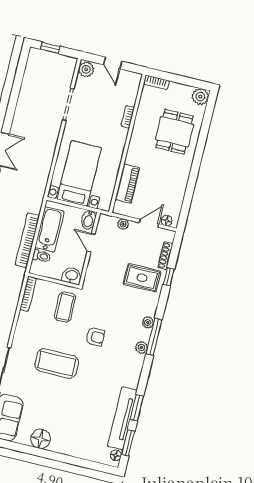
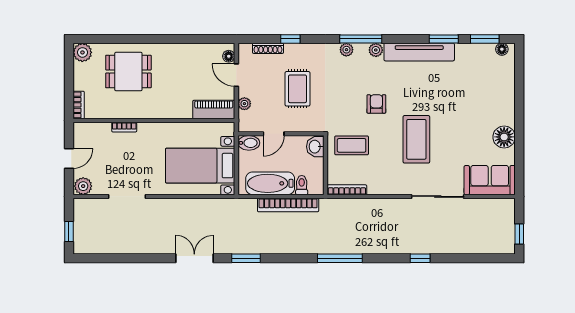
piano: (127, 184) -> (214, 110), moved
rug: (142, 278) -> (297, 89), moved
tv unit: (122, 418) -> (419, 52), moved

